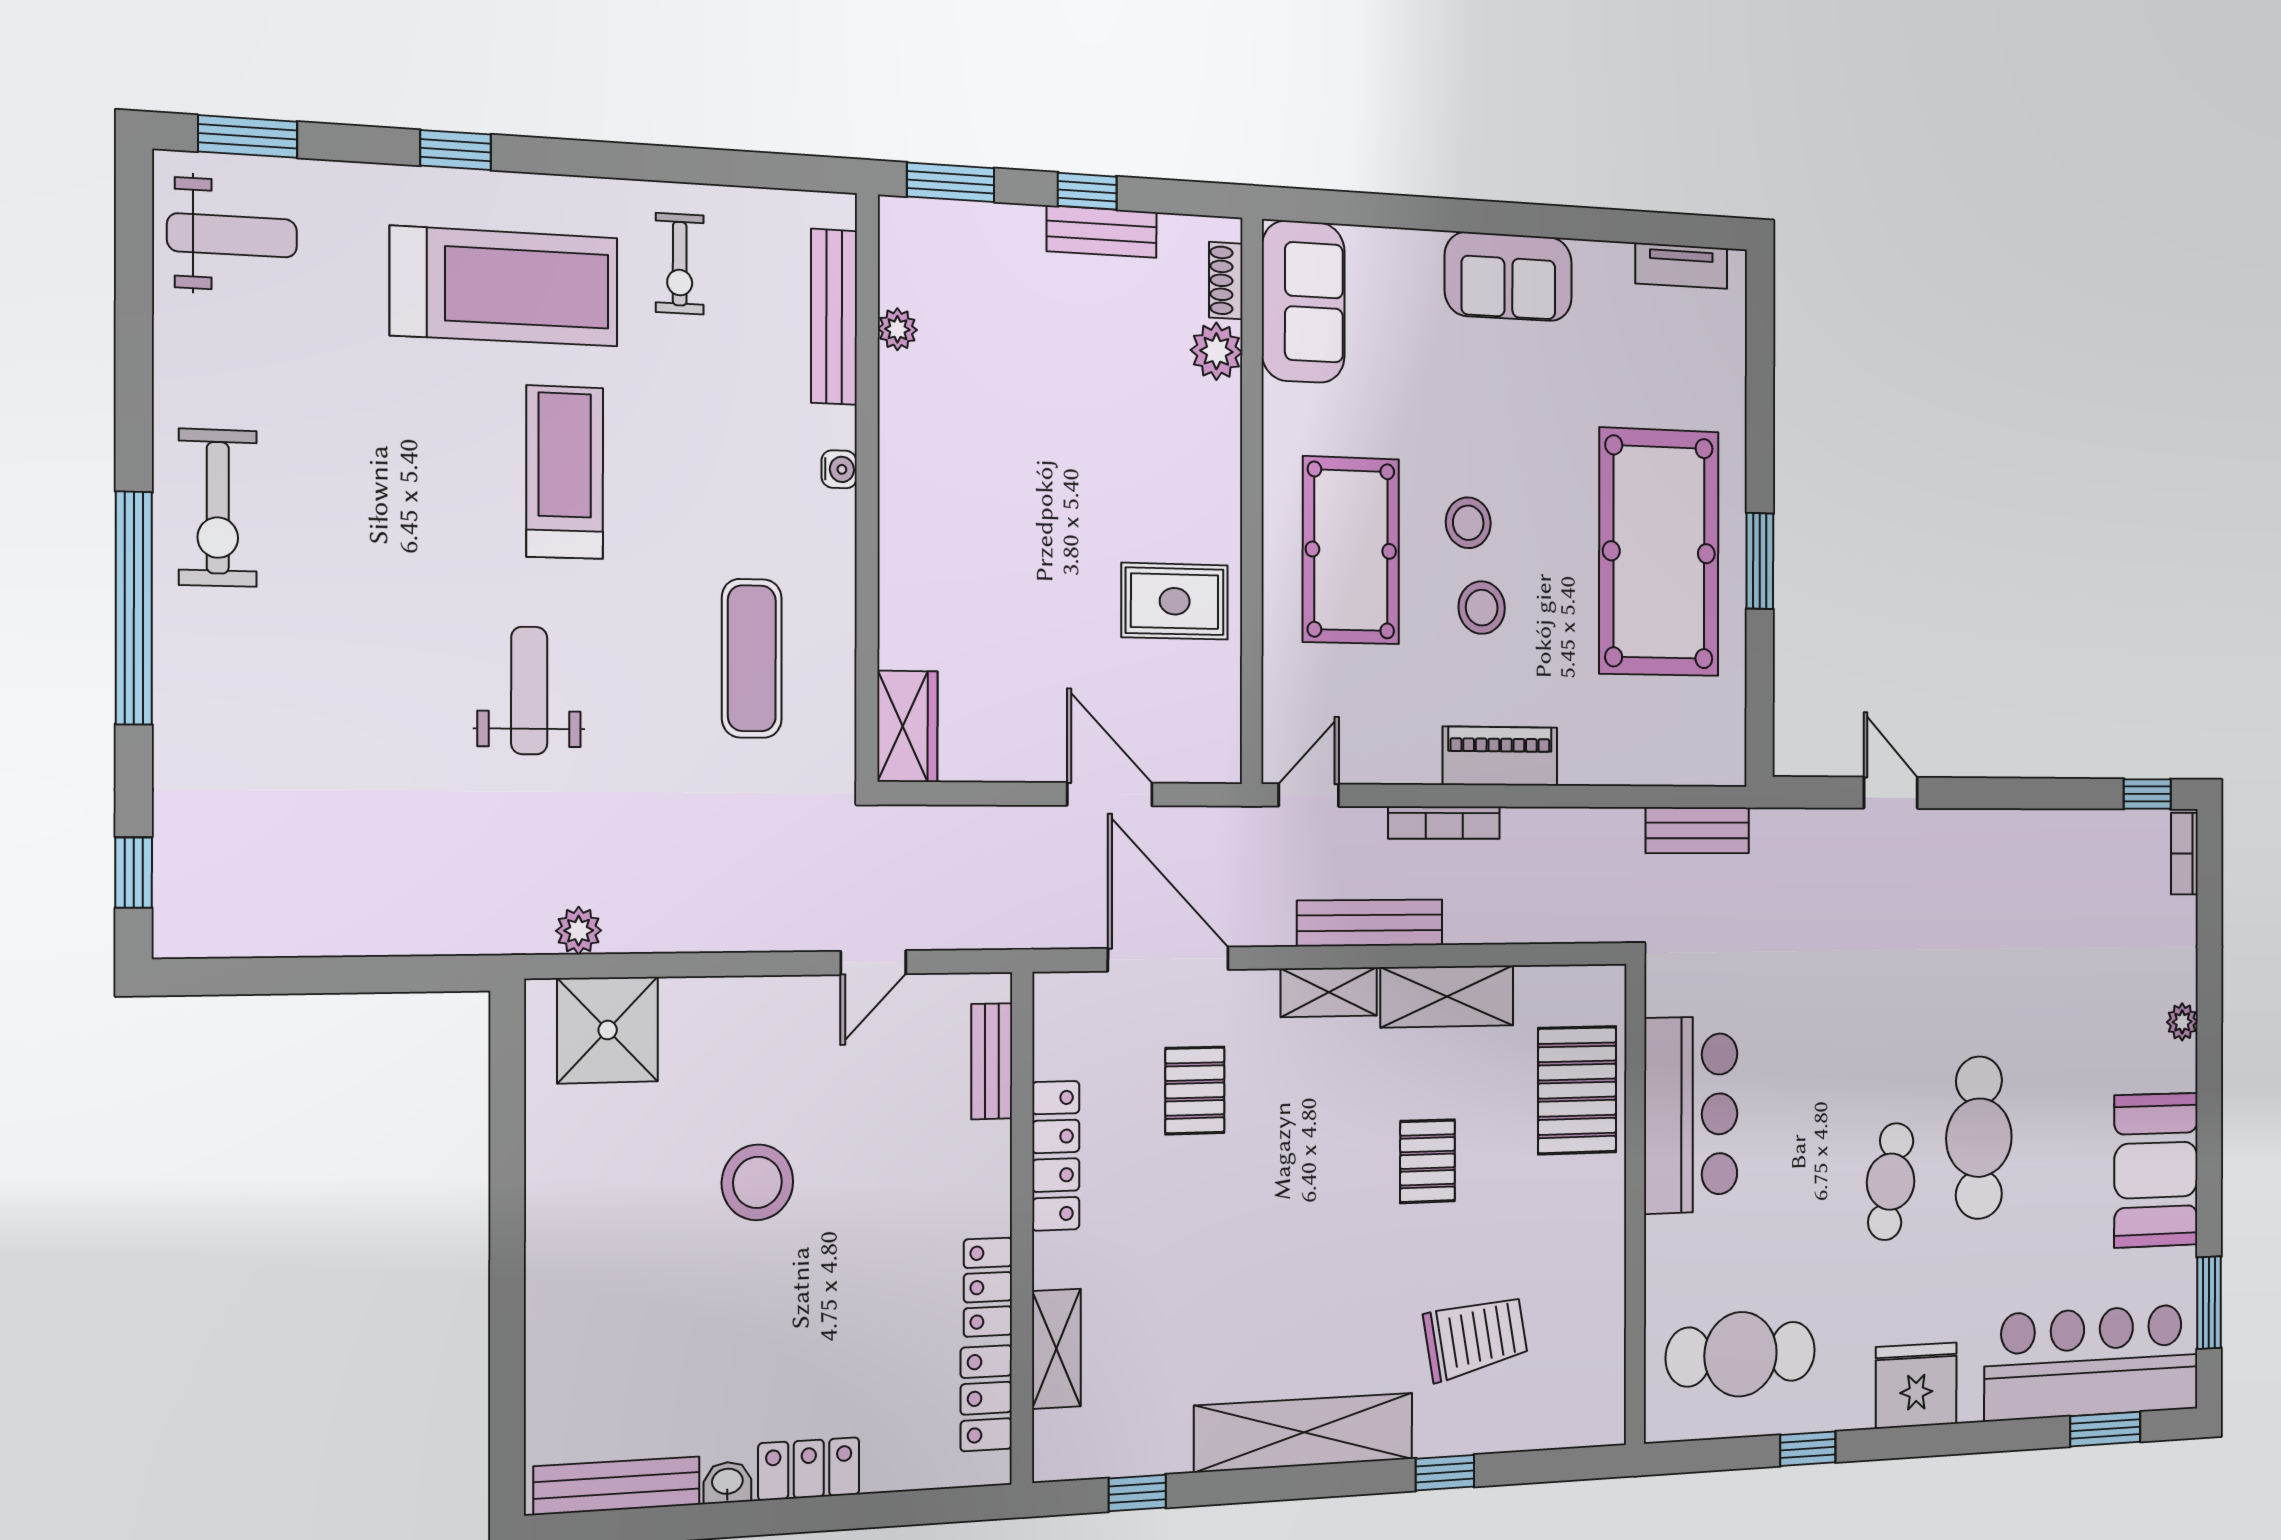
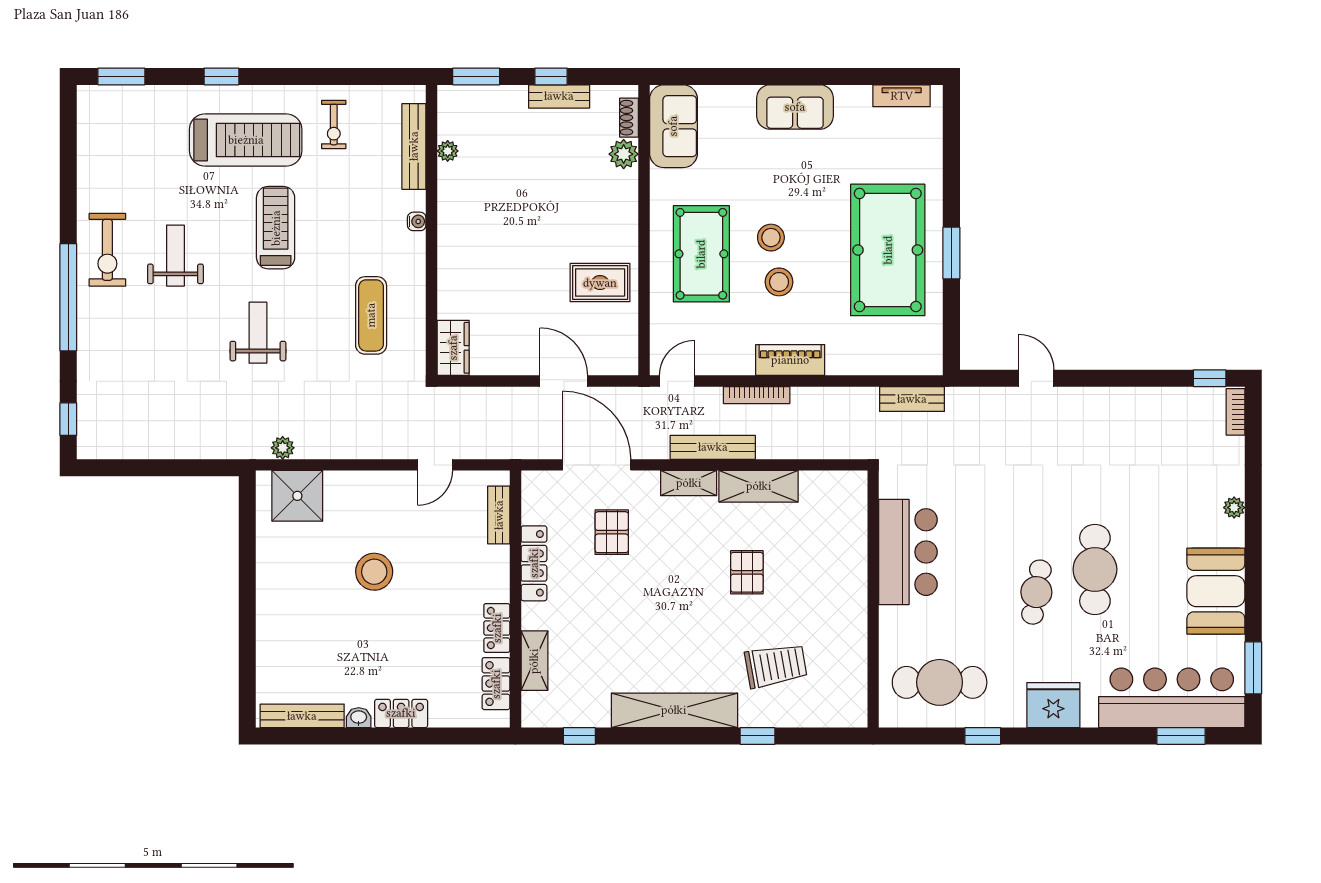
weight bench: (232, 235) -> (175, 256), moved, turned -90
pallet: (1577, 1090) -> (837, 537), removed

